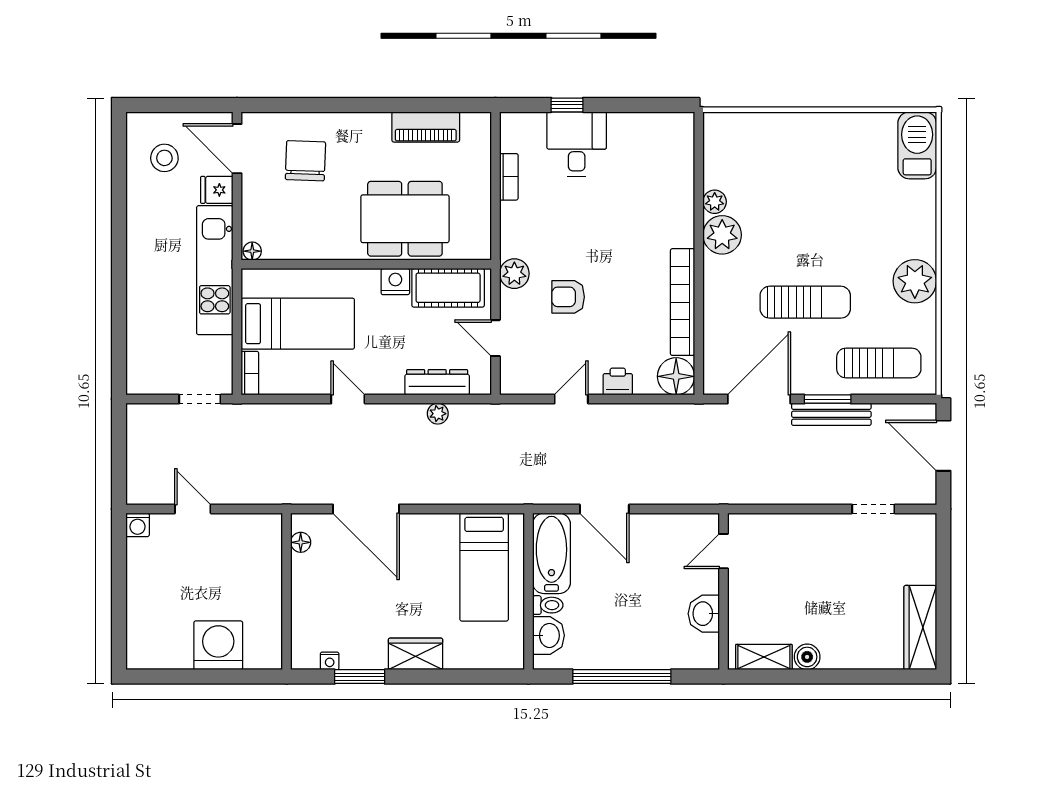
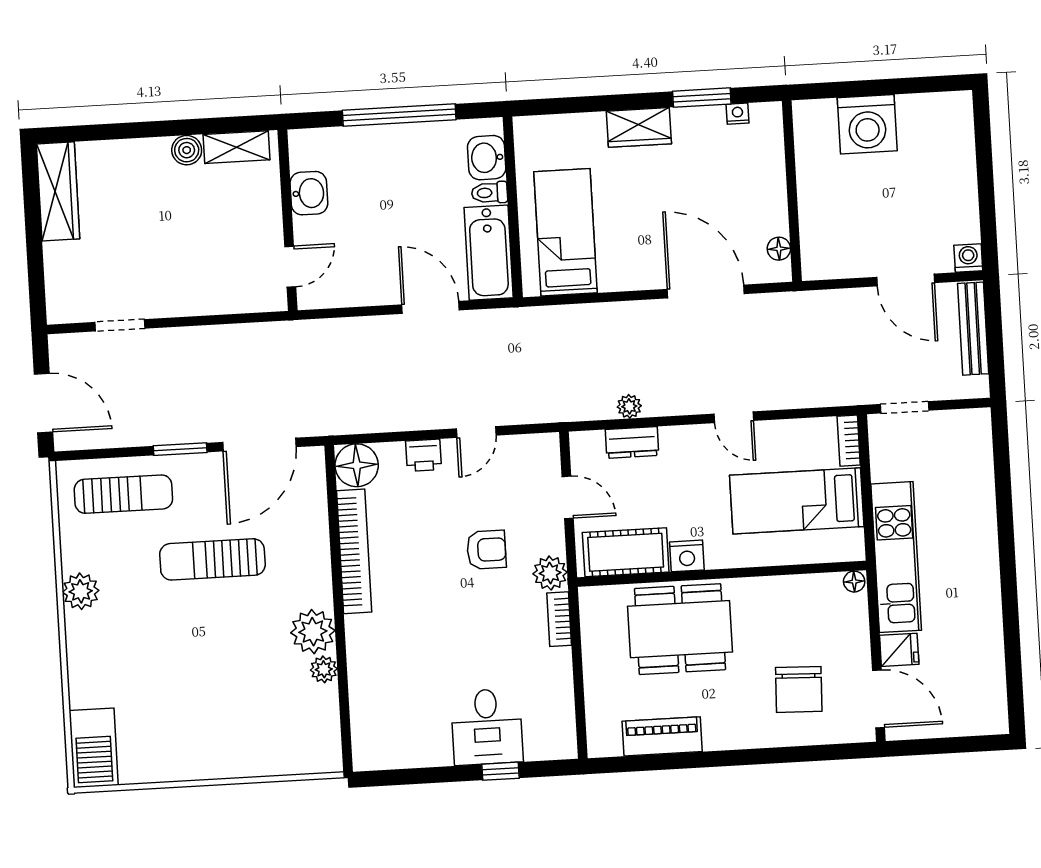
stool: (164, 158) -> (962, 683), removed
bookcase: (509, 177) -> (559, 619), moved
plant: (915, 281) -> (81, 591), width x0.73, depth x0.73
sun lounger: (879, 363) -> (123, 494), turned 180
dresser: (437, 382) -> (632, 442), width x0.70
bench: (831, 414) -> (973, 329), moved, turned 90
door: (193, 509) -> (906, 280), width x1.38

